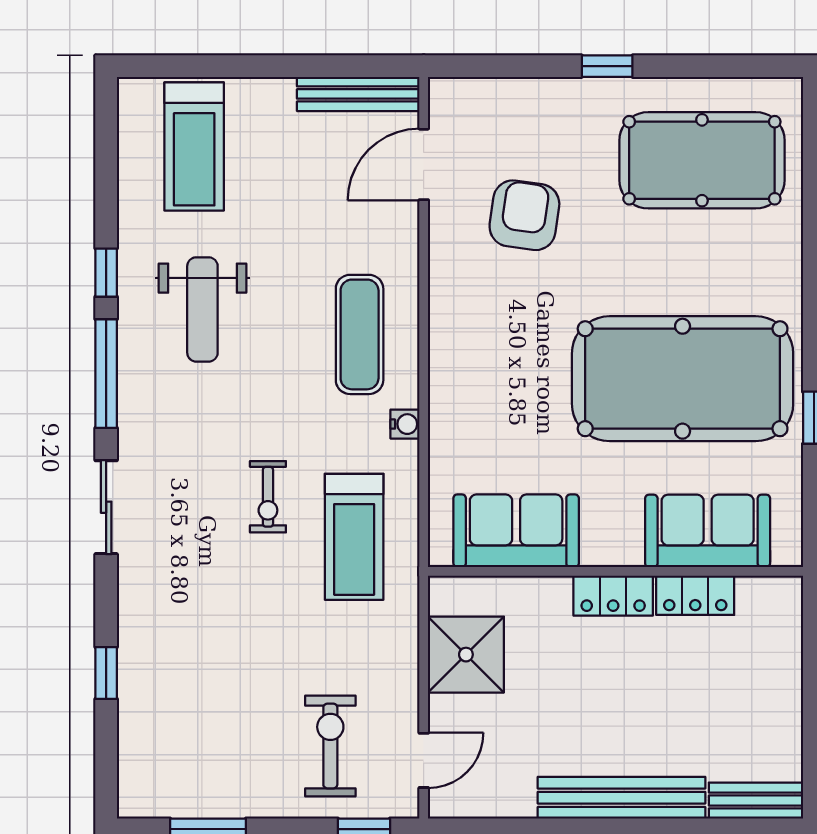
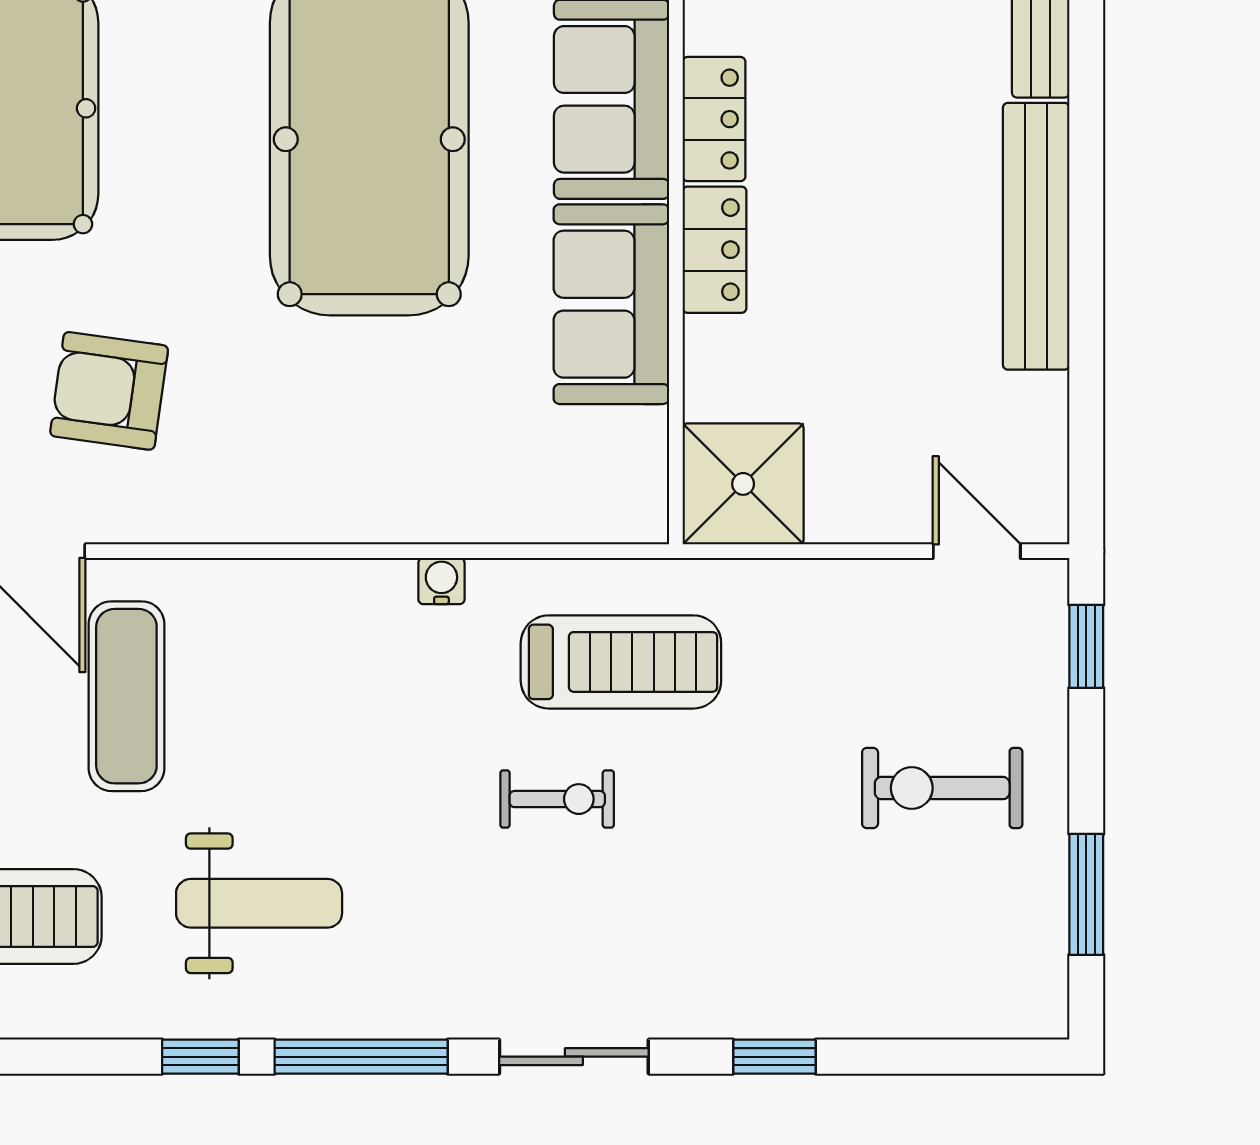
exercise mat: (360, 334) -> (126, 696), moved, turned 90
sofa: (516, 531) -> (611, 304), moved
shower: (466, 655) -> (743, 484), moved
window: (106, 673) -> (774, 1057), moved
exercise bike: (330, 746) -> (942, 788), moved

